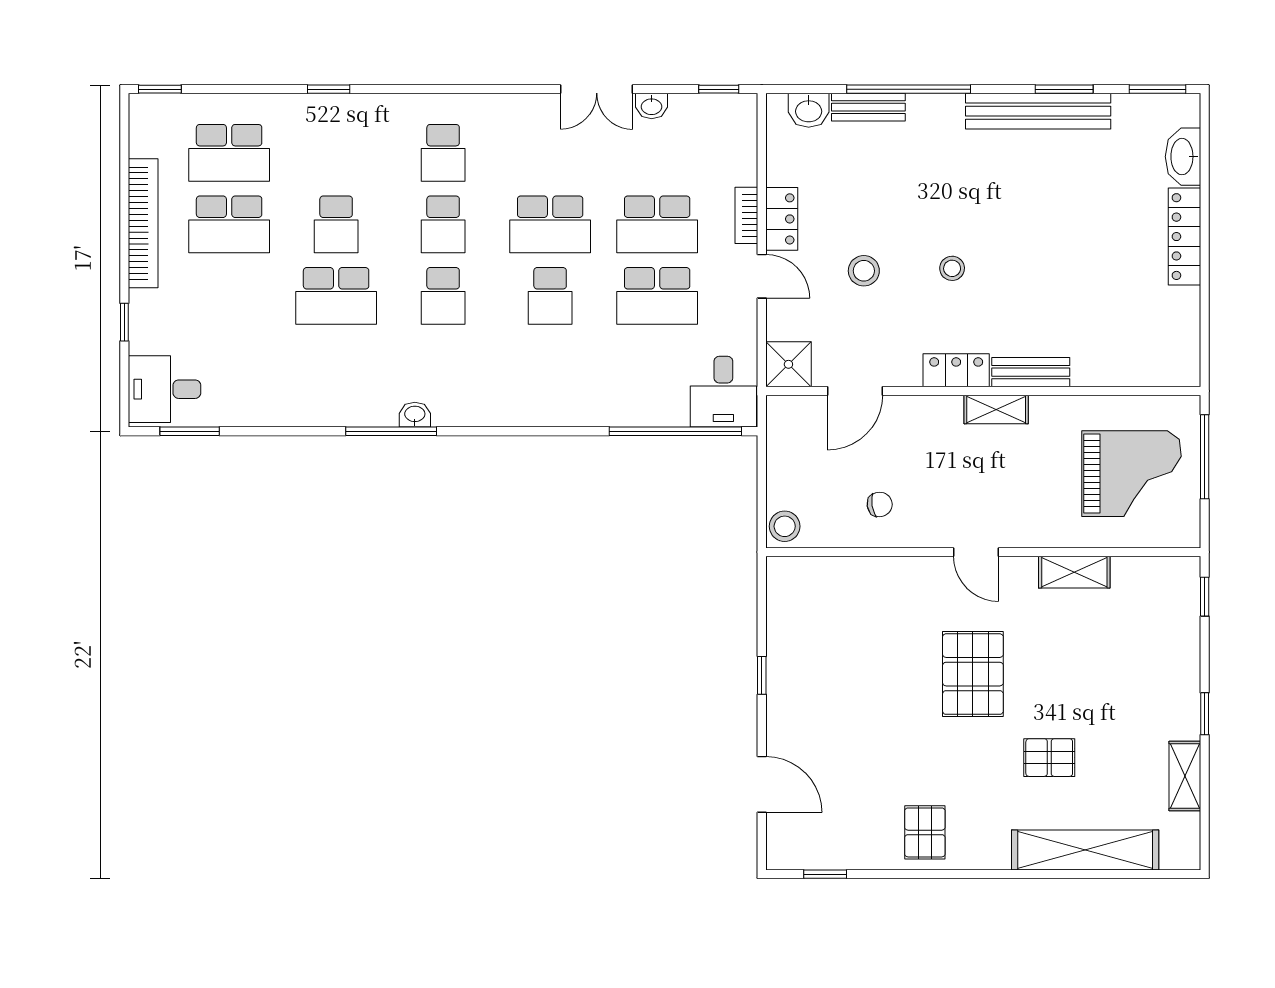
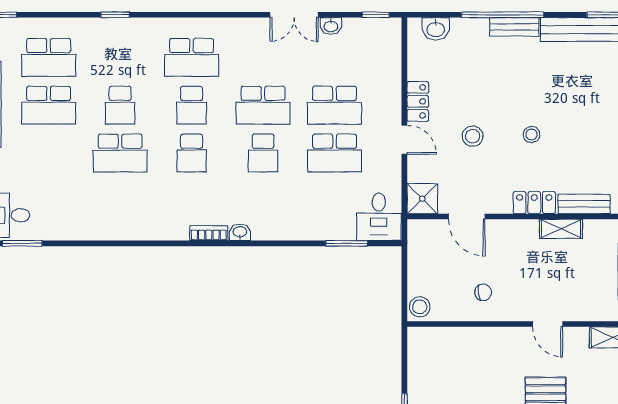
bench: (868, 107) -> (514, 27), moved
school desk: (443, 153) -> (192, 57), width x1.85
bookcase: (746, 215) -> (209, 233), moved, turned 90
door: (855, 391) -> (467, 216), hinge flipped
washbasin: (415, 415) -> (240, 232), moved
window: (391, 431) -> (157, 243), removed
window: (675, 431) -> (347, 243), width x0.47

